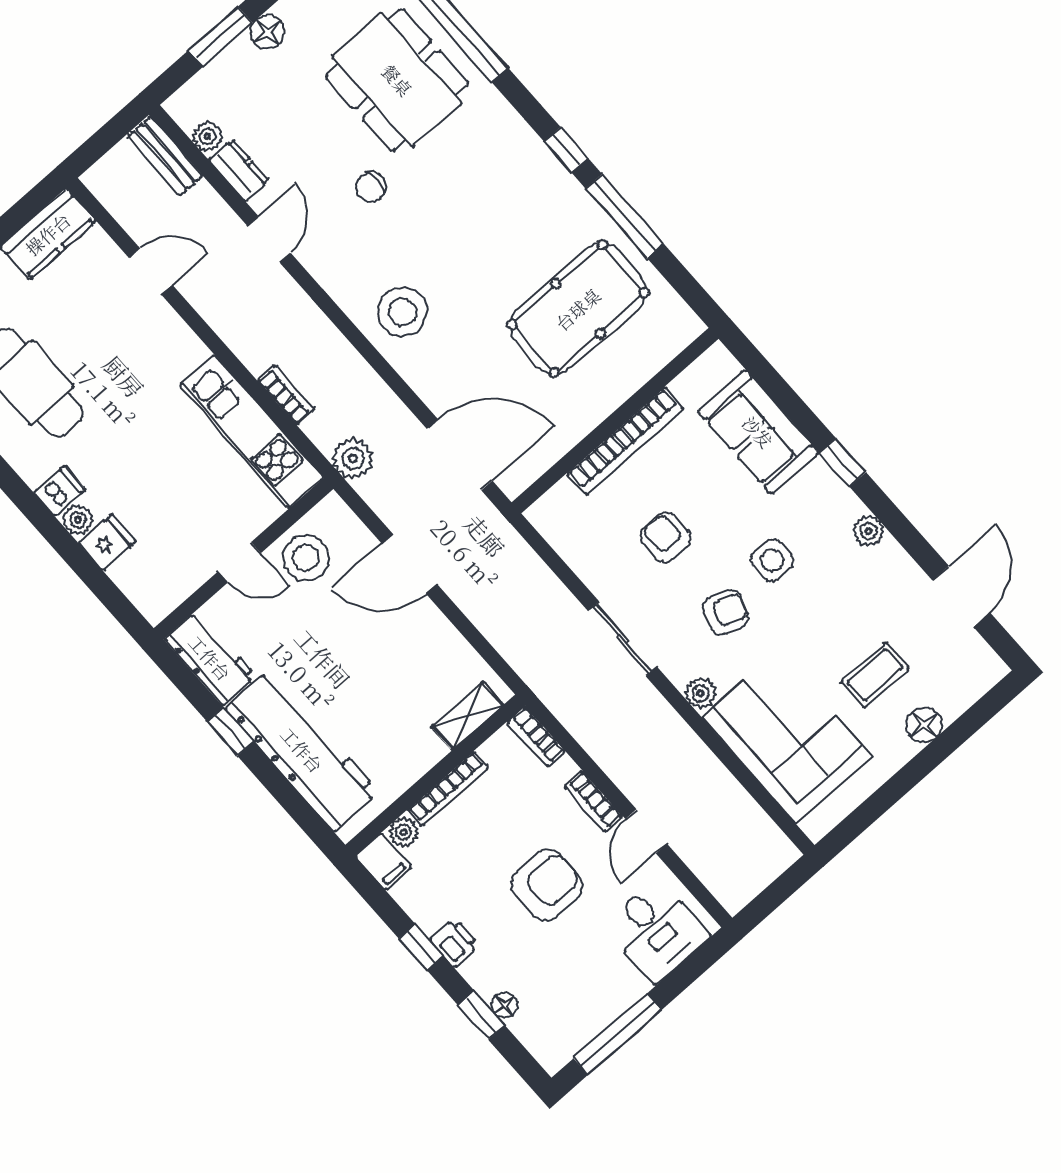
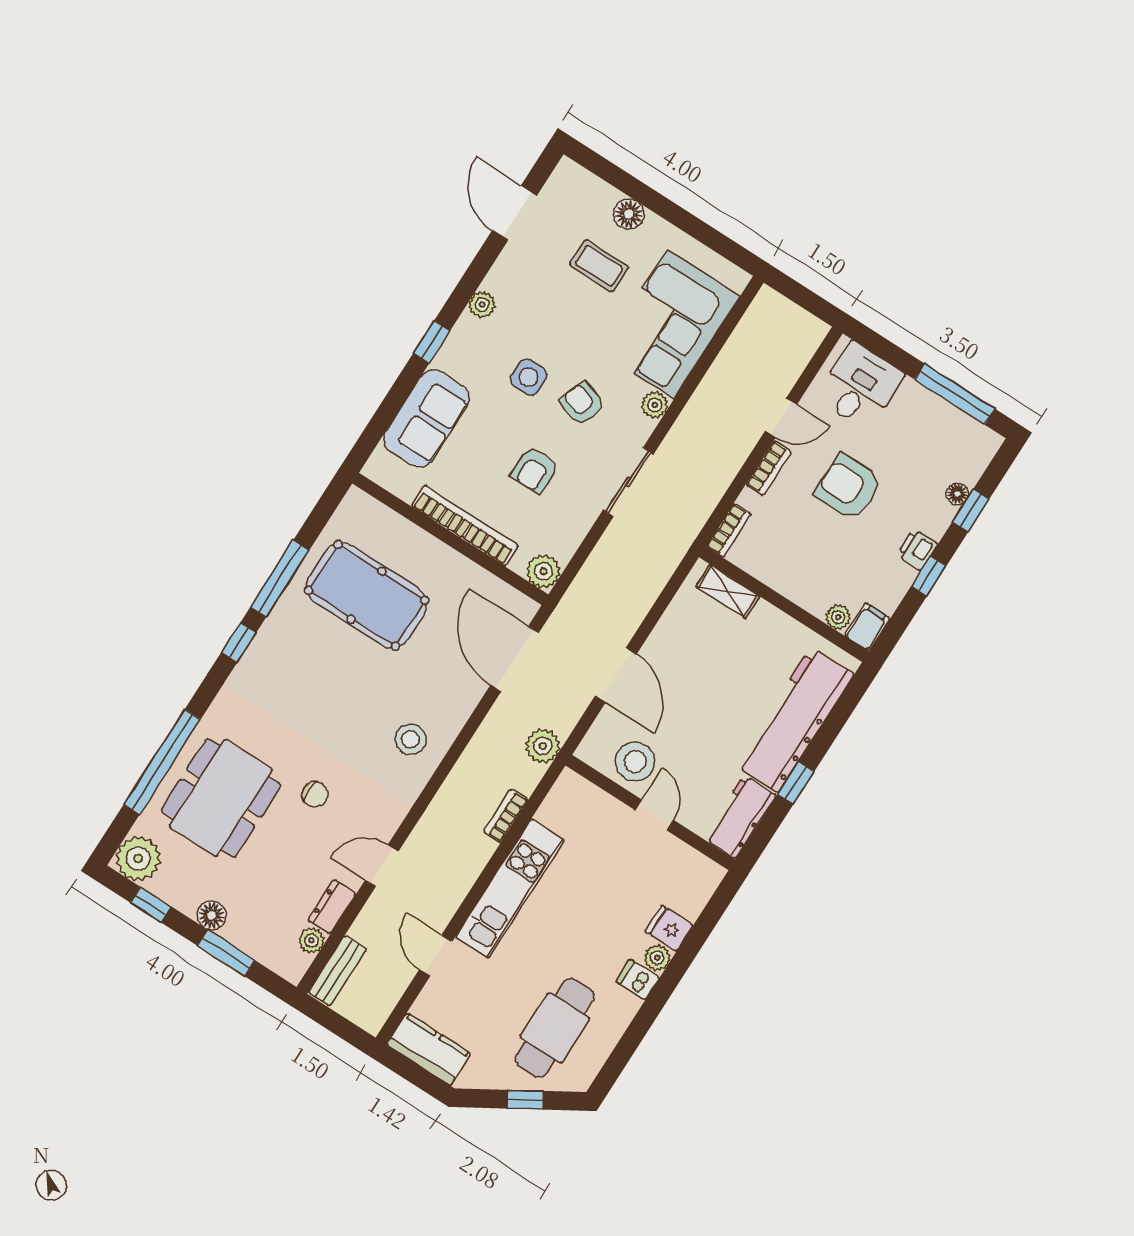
stool: (402, 312) -> (411, 739), width x0.73, depth x0.73
kitchen unit: (252, 432) -> (510, 888), moved
plant: (549, 515) -> (543, 571), added
door: (961, 597) -> (514, 213), hinge flipped
bookcase: (448, 789) -> (792, 591), removed

